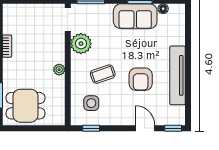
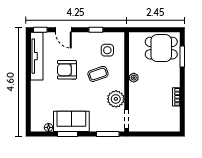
tv unit: (177, 75) -> (37, 56), moved
armchair: (141, 79) -> (67, 70), turned -90
window: (91, 128) -> (96, 30), moved

